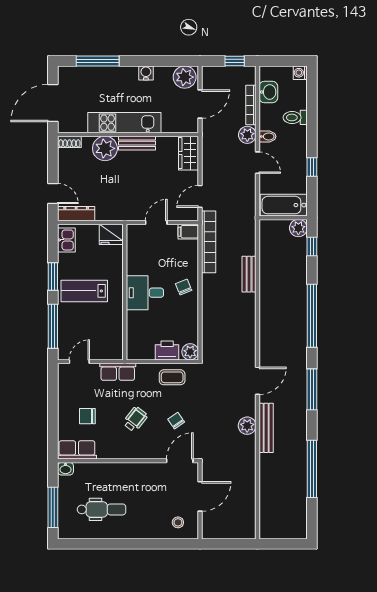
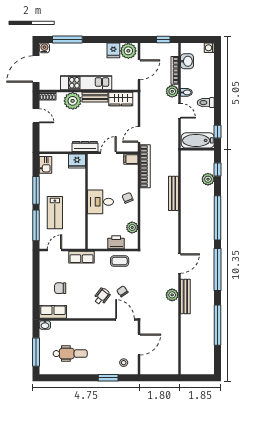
water cooler: (146, 73) -> (44, 48), moved
fridge: (163, 76) -> (113, 50), added
toilet: (295, 117) -> (206, 103), moved
wardrobe: (189, 153) -> (121, 99), moved, turned -90
window: (312, 167) -> (217, 132), moved
door: (53, 193) -> (36, 116), moved
dresser: (76, 214) -> (85, 146), moved
plant: (298, 228) -> (208, 179), moved
bench: (249, 274) -> (173, 193), width x1.36
window: (53, 276) -> (36, 190), width x1.44
lab bench: (84, 291) -> (55, 213), moved, turned -90
plant: (190, 352) -> (132, 227), moved
window: (312, 389) -> (217, 270), width x1.46
wheelchair: (135, 419) -> (102, 296), moved
door: (180, 461) -> (125, 319), hinge flipped
window: (156, 544) -> (108, 378), added

